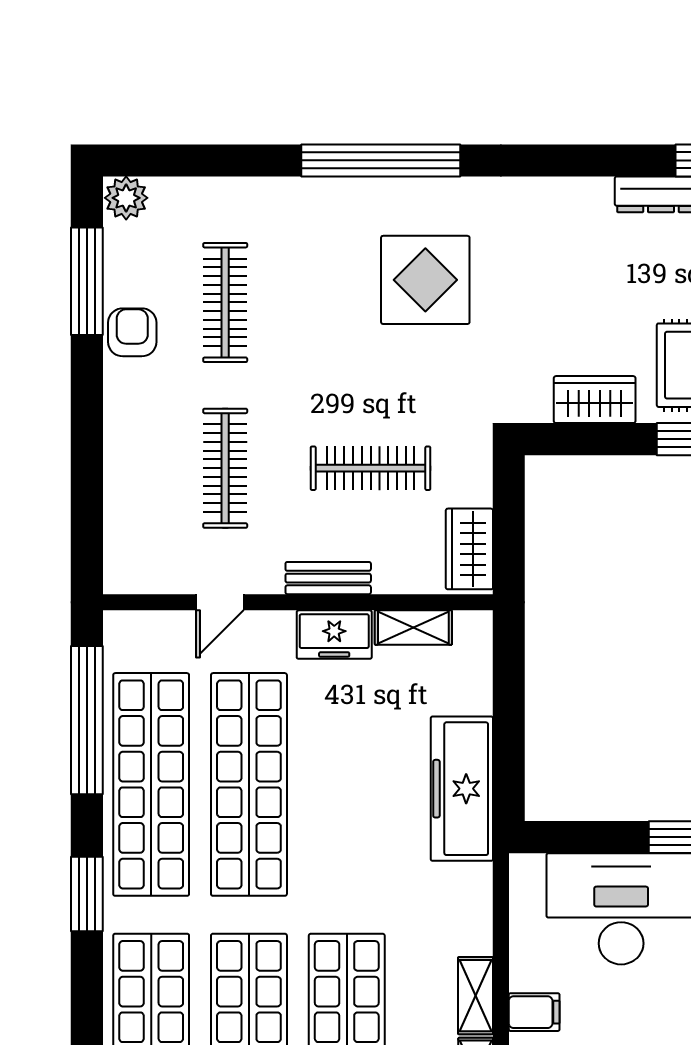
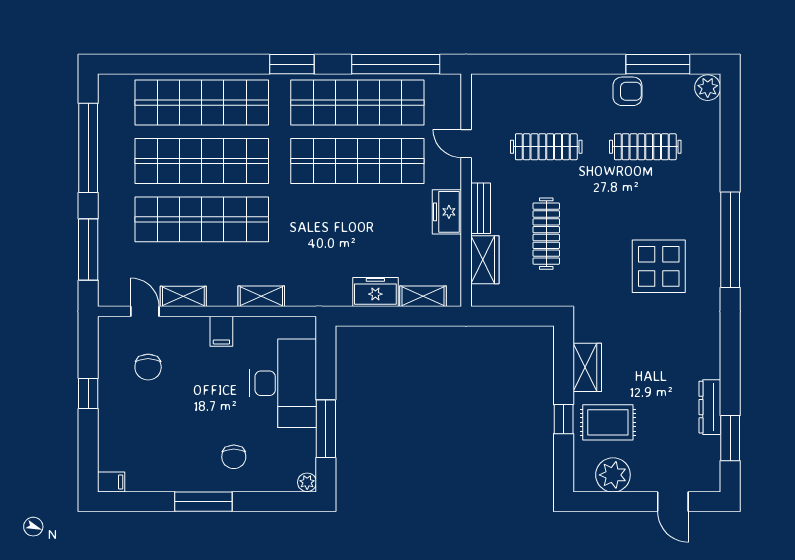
wardrobe: (469, 549) -> (485, 260), moved, turned 90
shelving: (413, 628) -> (423, 296), moved, turned 90
freezer: (462, 789) -> (375, 292), width x0.52, depth x0.79
shelving: (475, 996) -> (261, 296), moved

